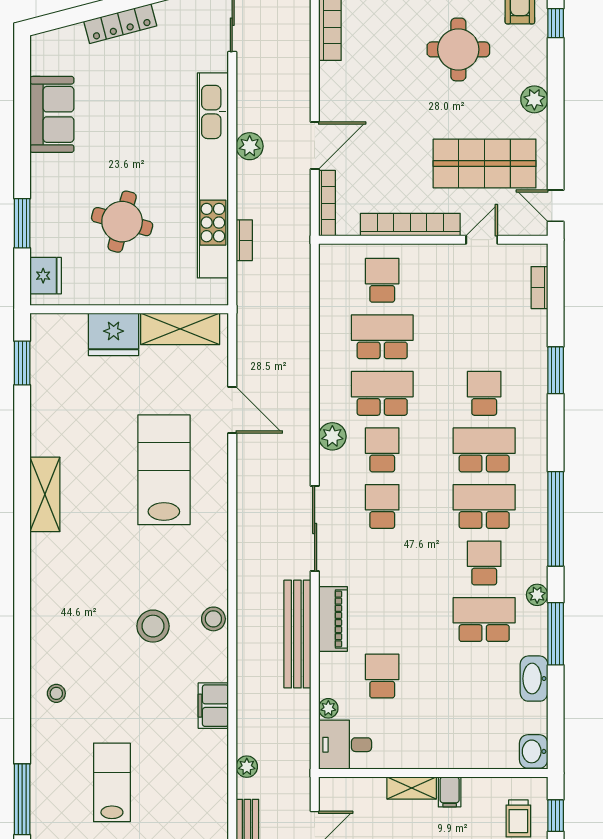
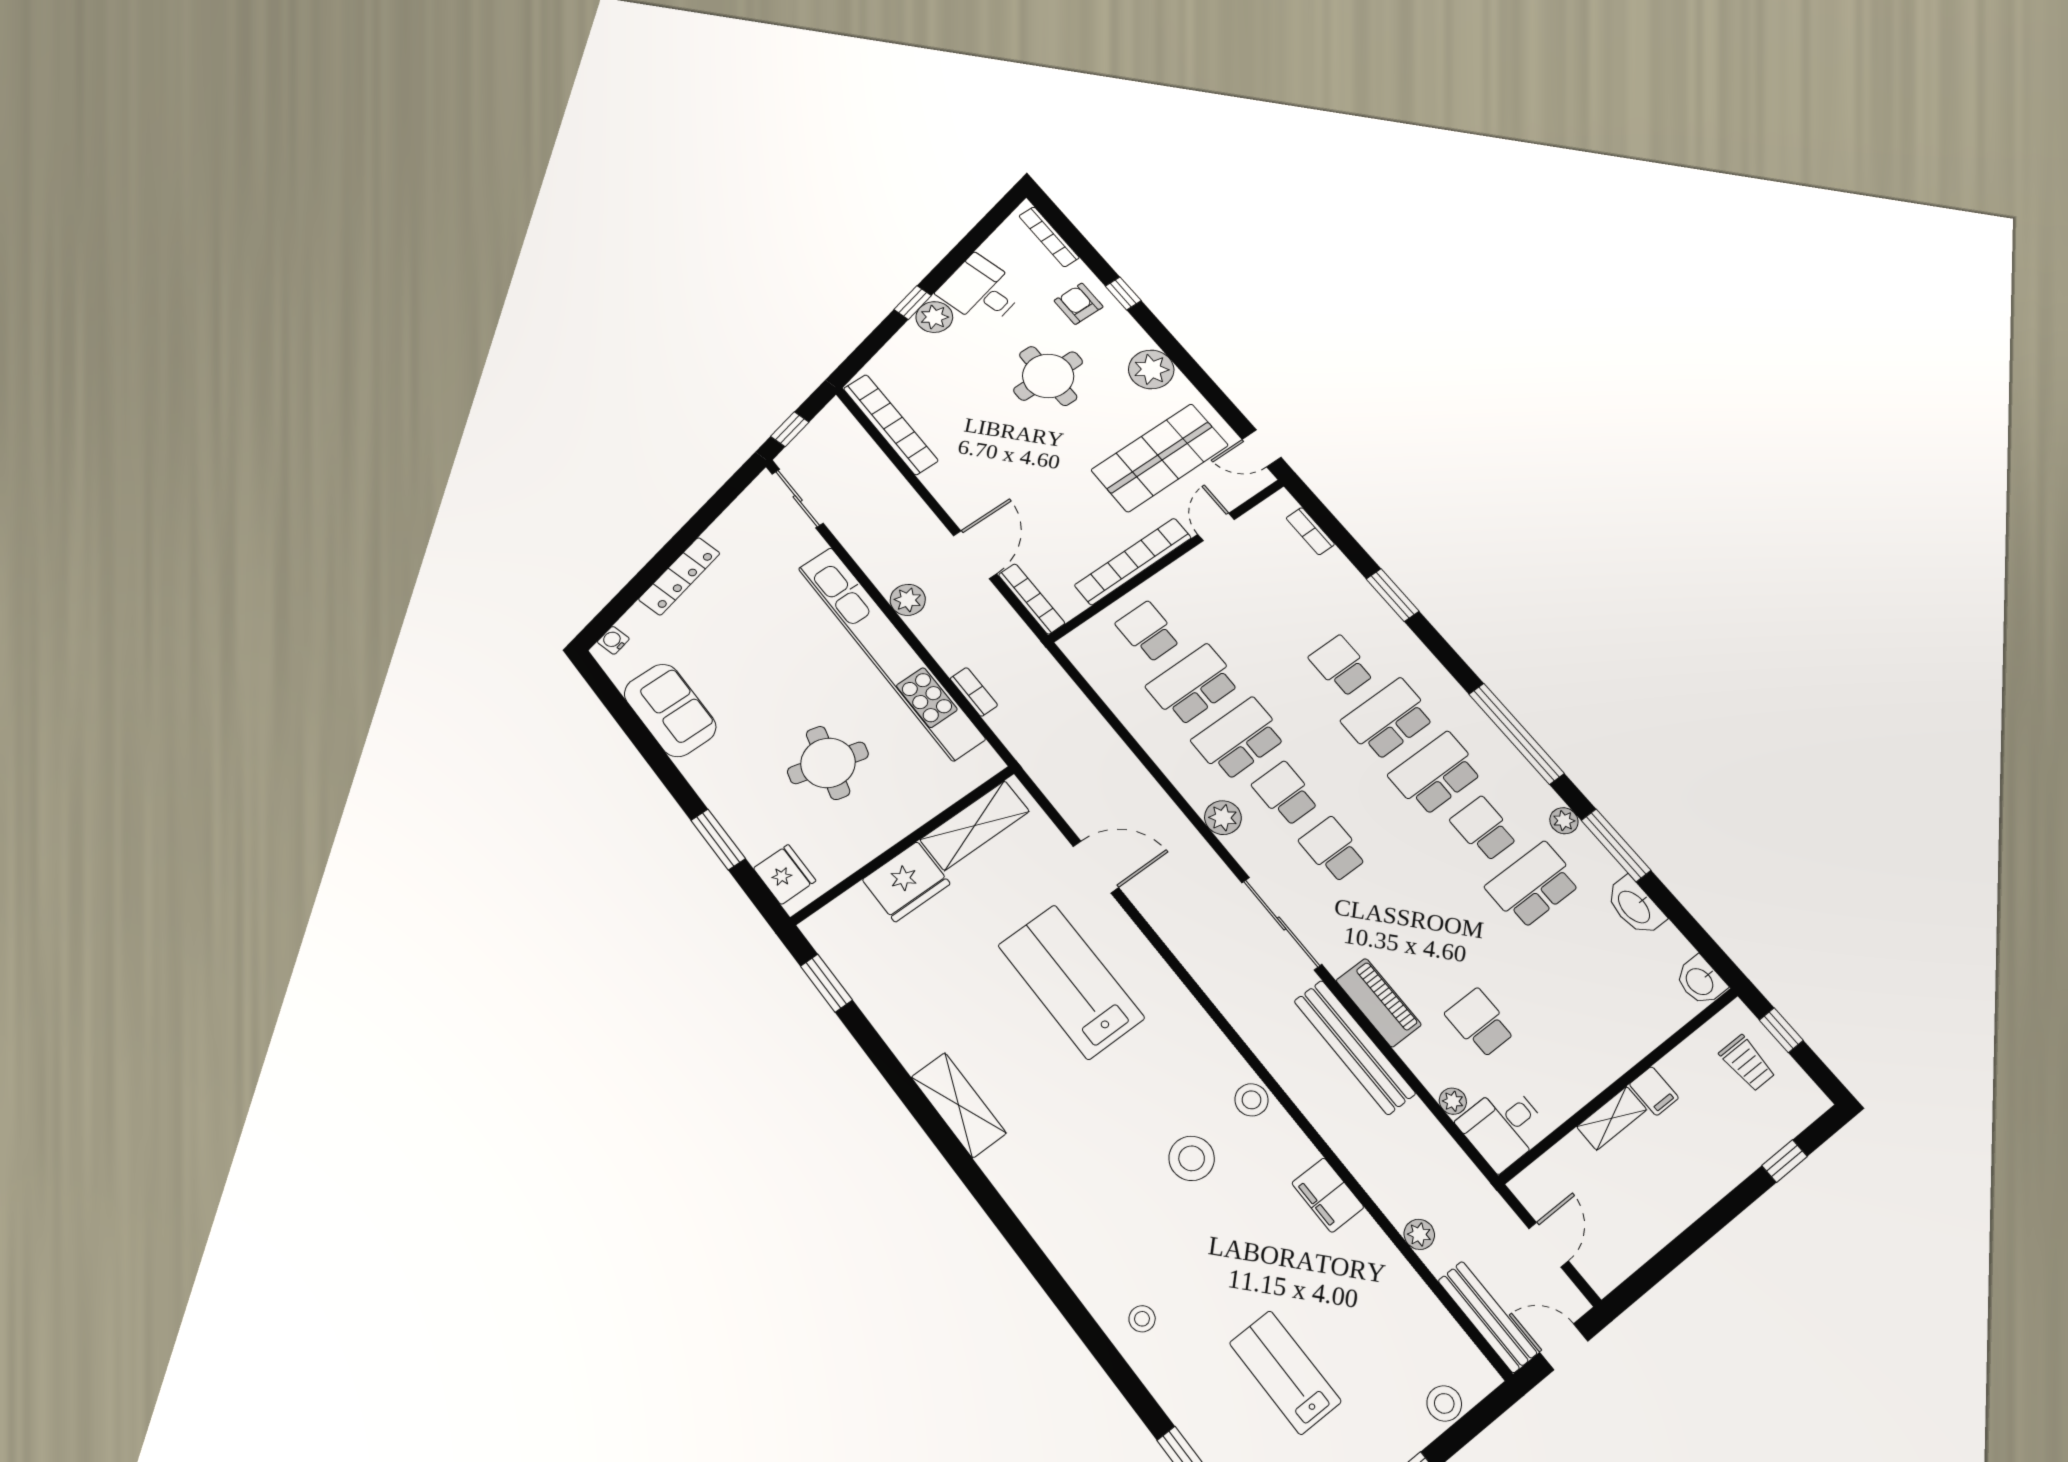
water cooler: (50, 40) -> (613, 640), added
plant: (534, 99) -> (1151, 369), width x1.36, depth x1.36

